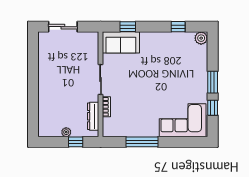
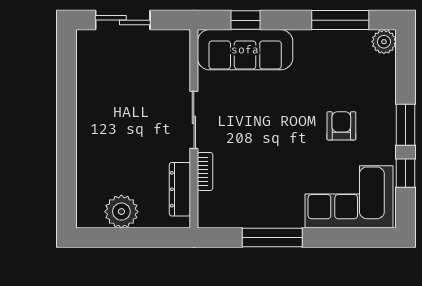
window: (178, 27) -> (340, 20), width x2.17
sofa: (121, 42) -> (245, 50), width x1.36
armchair: (179, 83) -> (341, 126), added
plant: (66, 132) -> (121, 212), width x1.88, depth x1.88
window: (76, 142) -> (147, 238), removed

